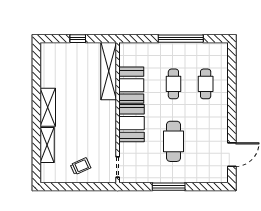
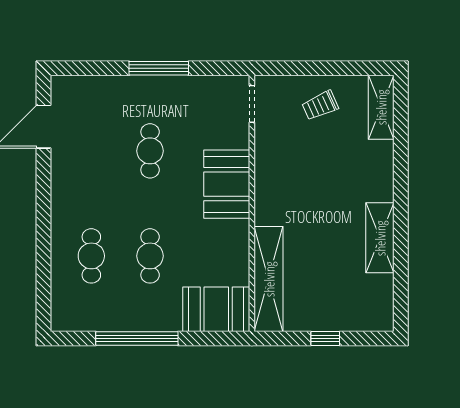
booth: (131, 85) -> (216, 309), moved, turned 90
shelving: (48, 107) -> (380, 238), moved
cafe table: (173, 141) -> (150, 151), width x0.73, depth x0.74
shelving: (47, 145) -> (381, 107), moved

